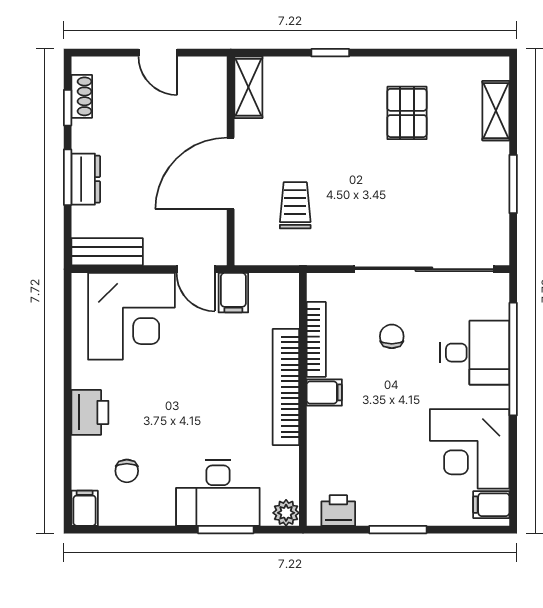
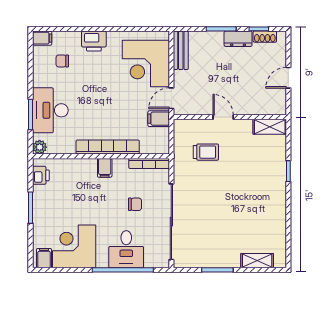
pallet: (407, 113) -> (256, 213), removed
door: (231, 173) -> (223, 117), width x0.53
dresser: (86, 179) -> (238, 39), moved
bookcase: (316, 339) -> (149, 163), moved

